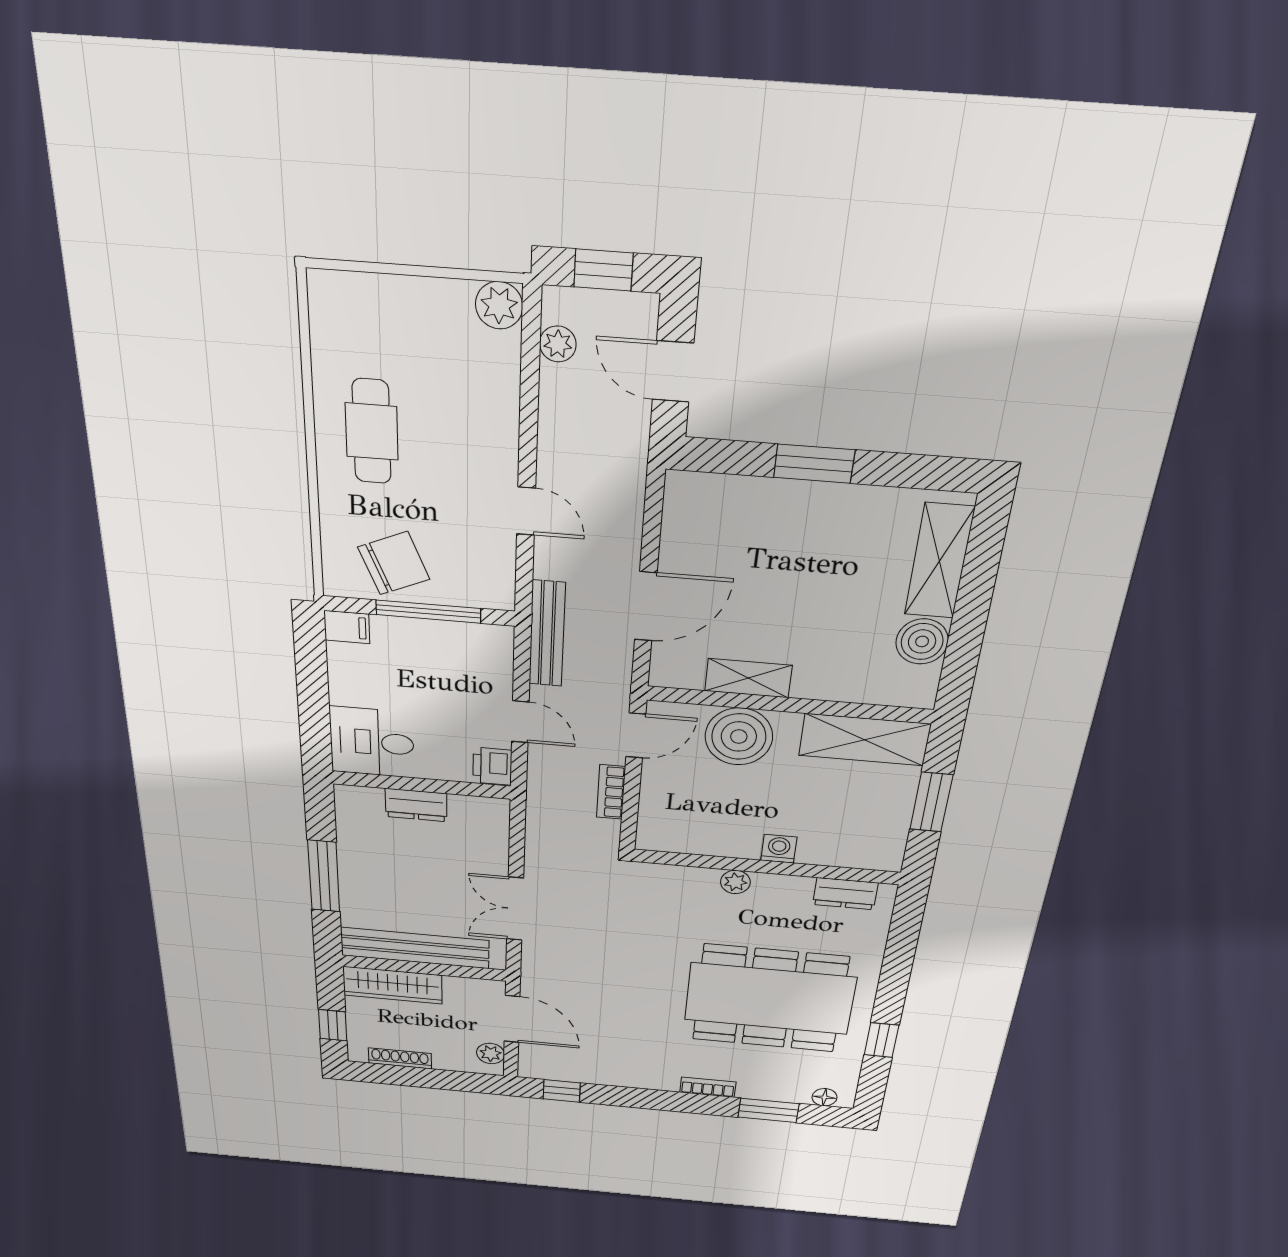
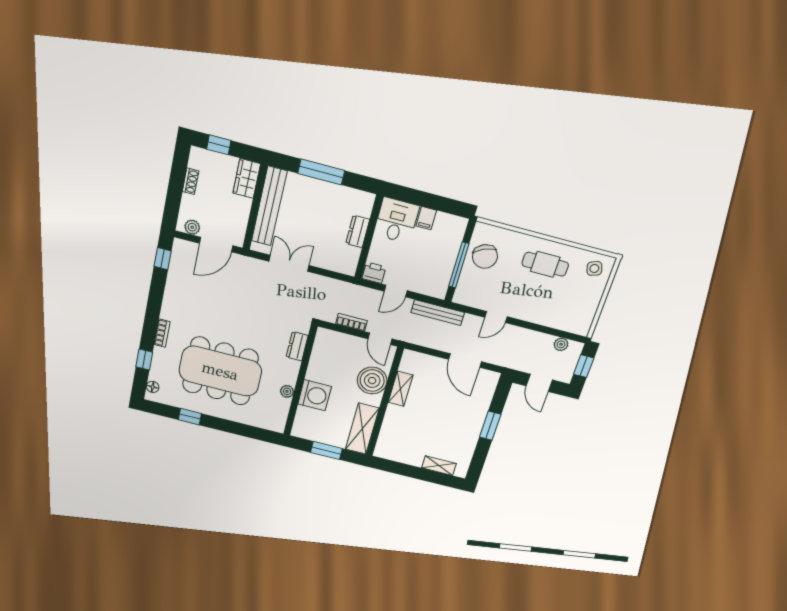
plant: (499, 305) -> (582, 326), removed
side table: (347, 315) -> (594, 268), added
door: (673, 372) -> (539, 383), swing flipped
shelving: (939, 561) -> (439, 466), width x0.67, depth x0.75
door: (646, 606) -> (465, 361), moved
filing cabinet: (347, 627) -> (426, 218), moved
boiler: (922, 641) -> (405, 454), removed
washing machine: (779, 849) -> (315, 395), width x1.89, depth x1.89
plant: (735, 882) -> (287, 391), moved
dresser: (845, 894) -> (297, 346), moved
wardrobe: (393, 985) -> (247, 178), width x0.67
dining table: (770, 999) -> (220, 371), turned 90
shoe rack: (400, 1058) -> (191, 181), width x0.70
window: (768, 1110) -> (144, 360), width x0.67

